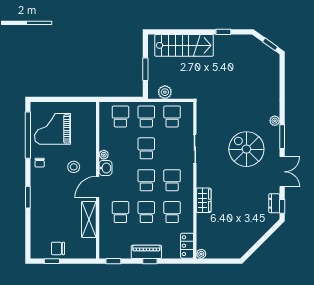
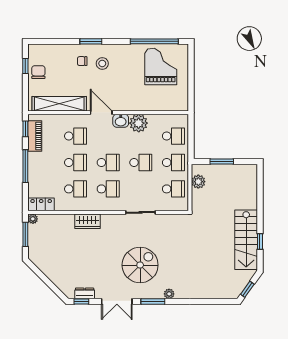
stairs: (184, 45) -> (246, 240), moved
plant: (104, 155) -> (139, 123), width x1.87, depth x1.87
chair: (40, 163) -> (82, 61), moved
stool: (74, 167) -> (102, 63), moved
shelving: (89, 220) -> (59, 104), width x1.47
piano: (146, 252) -> (35, 136), moved
window: (150, 261) -> (25, 166), width x2.17
window: (216, 261) -> (25, 234), added

